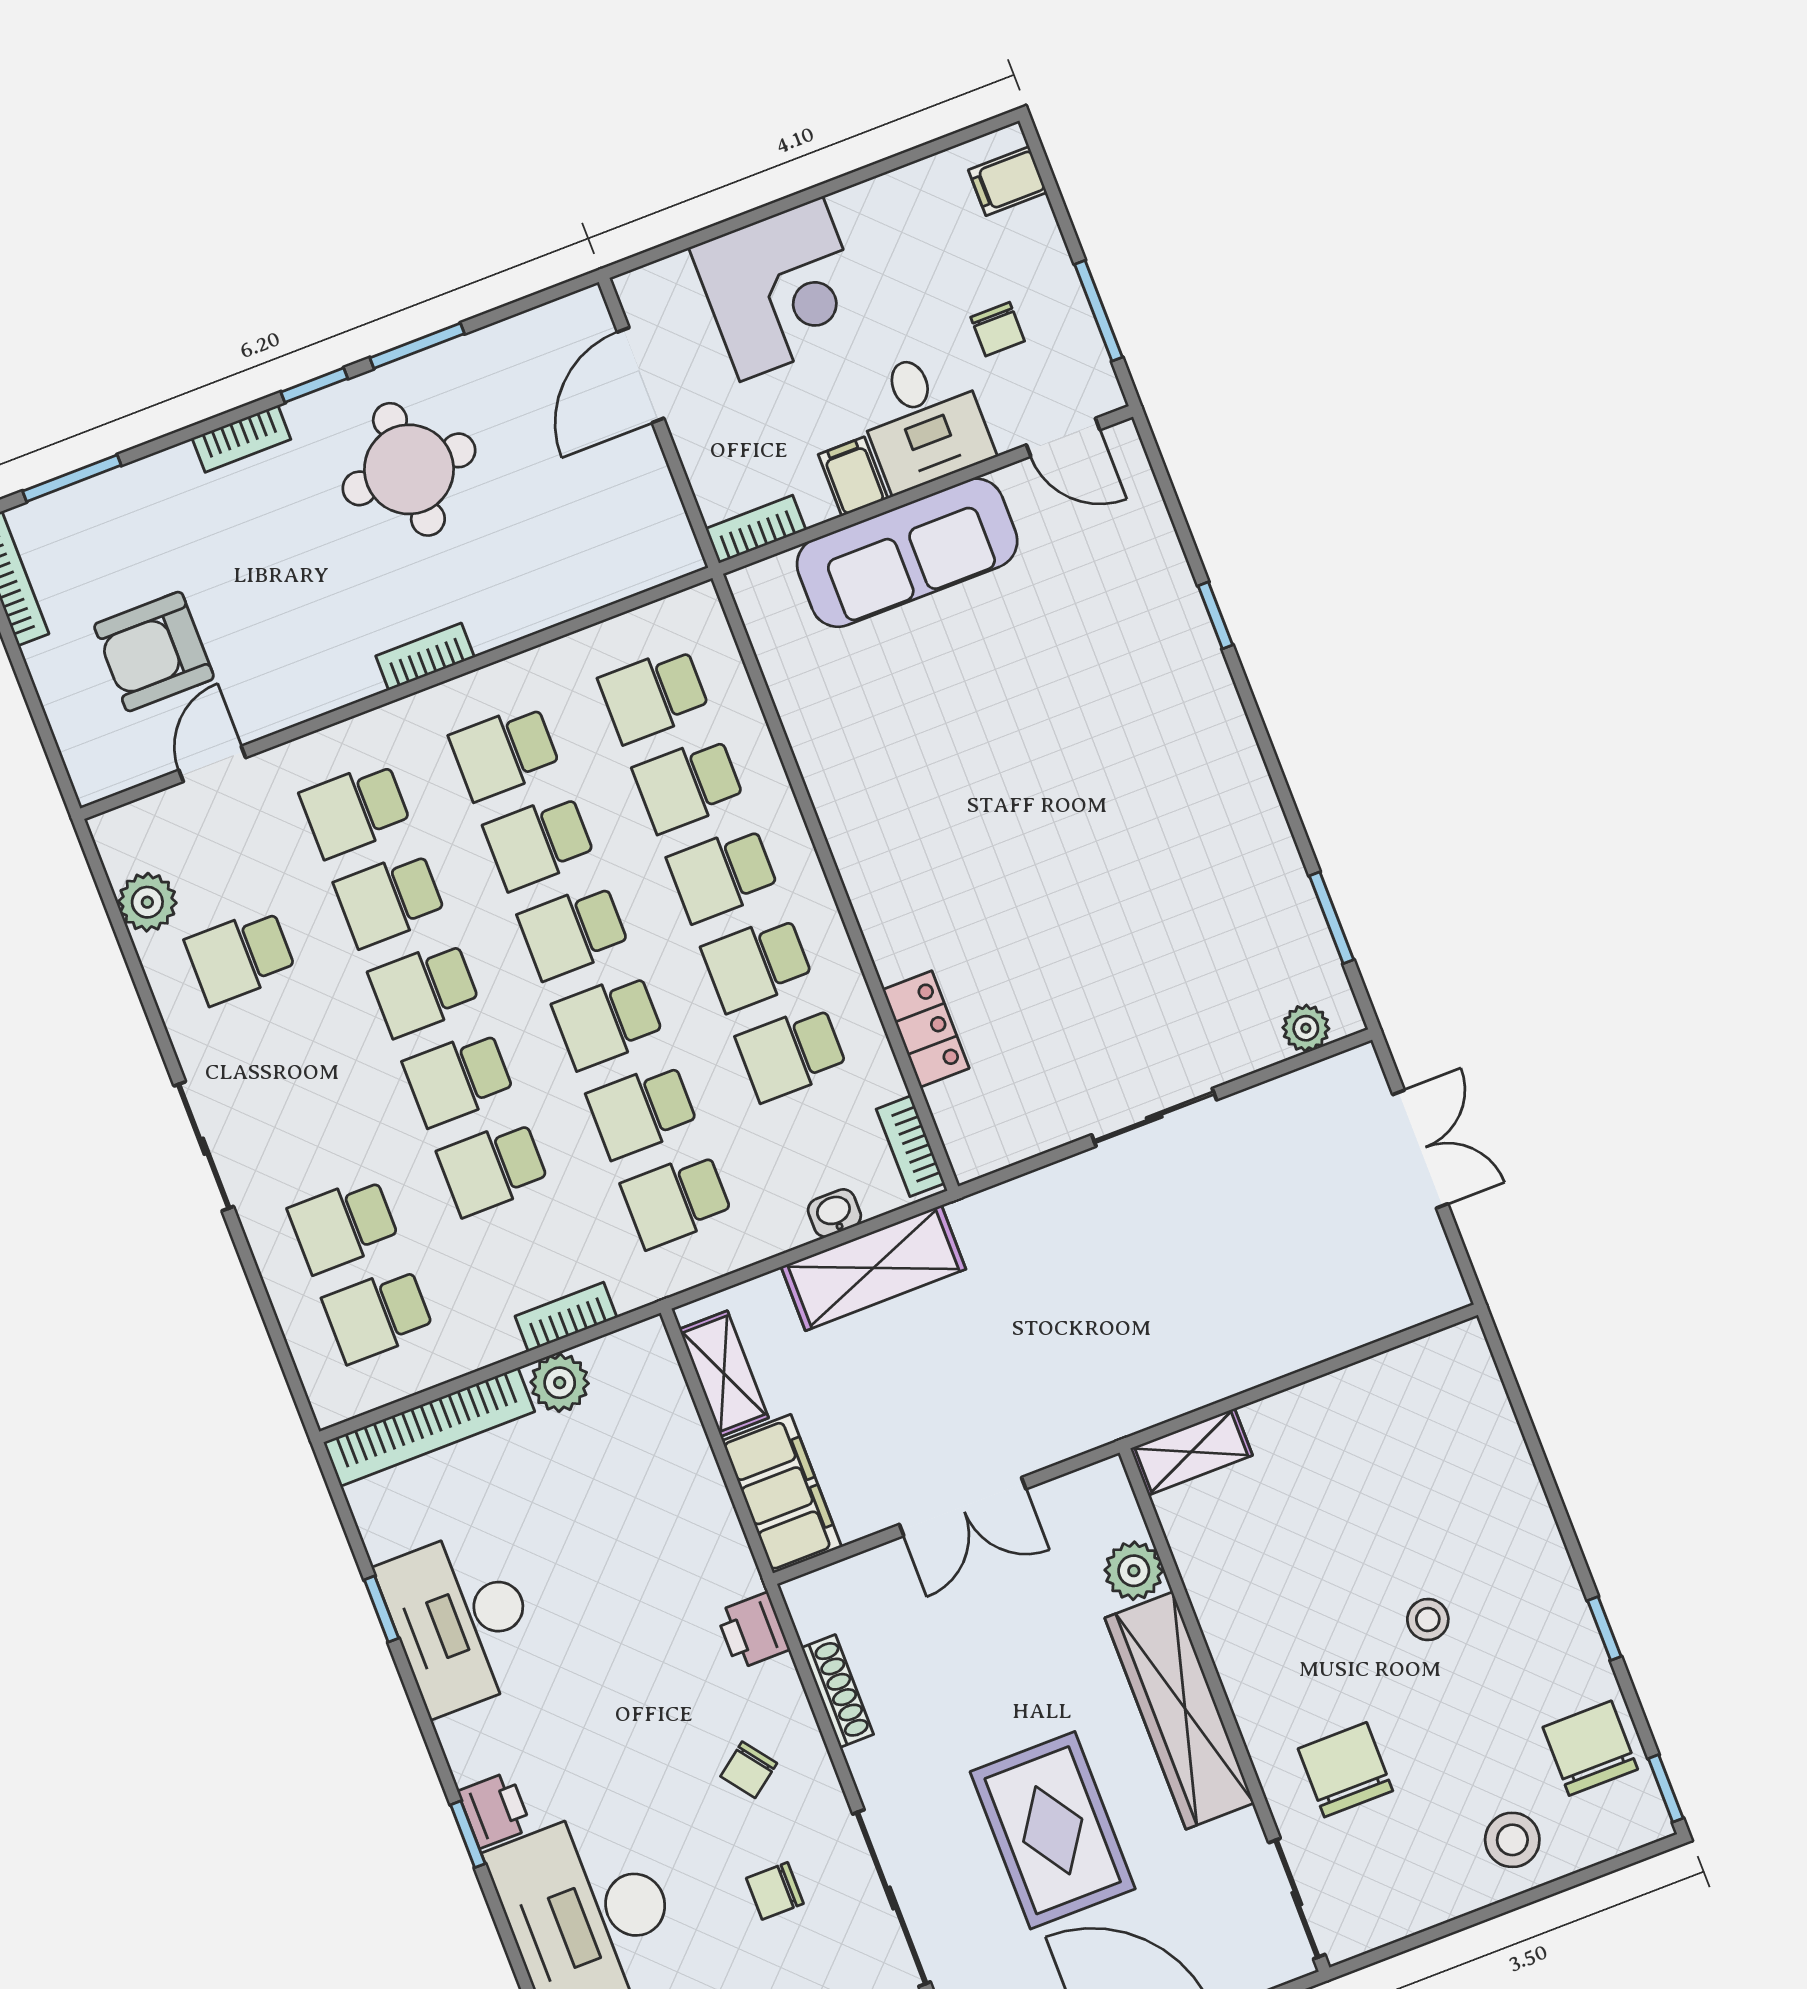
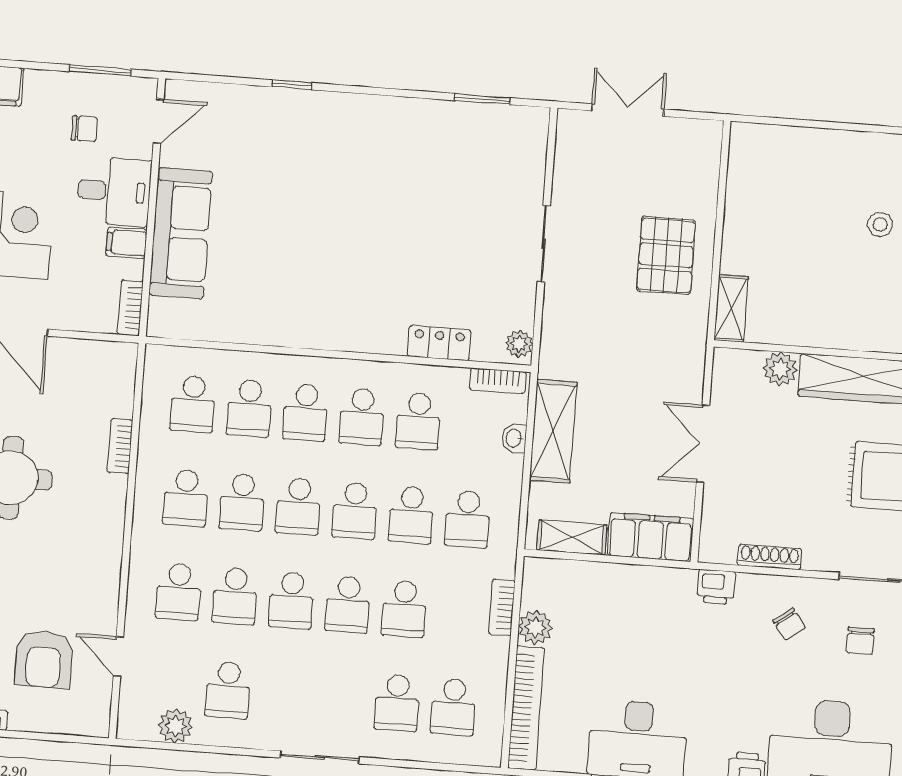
bookcase: (425, 657) -> (120, 446), moved
plant: (1306, 1028) -> (519, 344), moved
pallet: (1225, 1314) -> (666, 255), added
double door: (963, 1507) -> (703, 444), swing flipped

